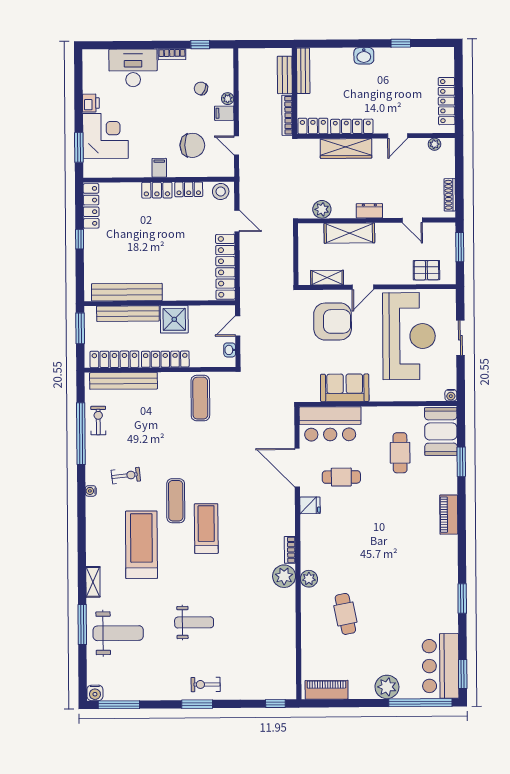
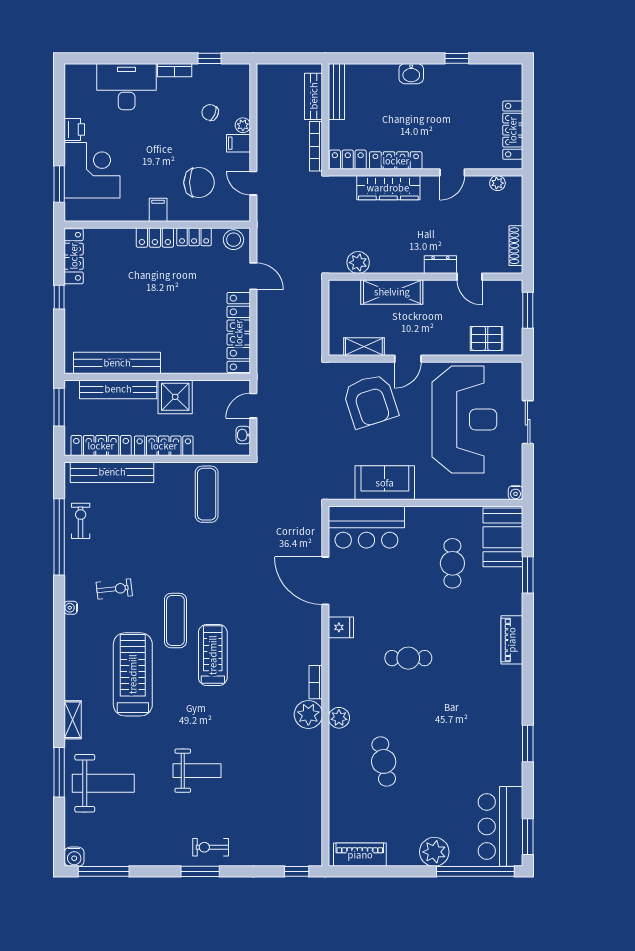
dresser: (369, 211) -> (440, 265), moved
armchair: (333, 321) -> (370, 401), turned 72
cafe table: (341, 477) -> (408, 658), moved

